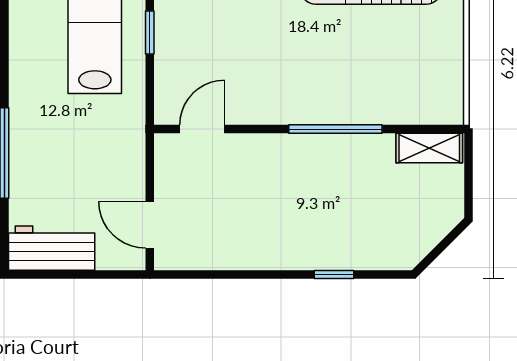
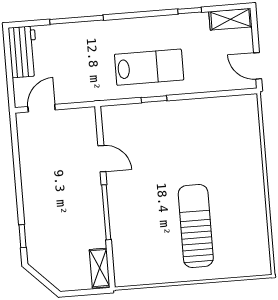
door: (202, 129) -> (102, 159), moved
window: (334, 274) -> (22, 236), moved

